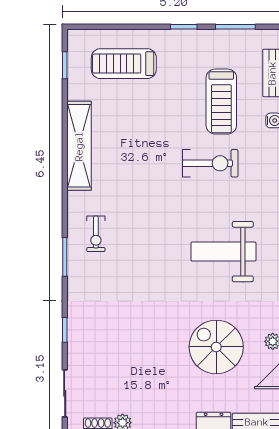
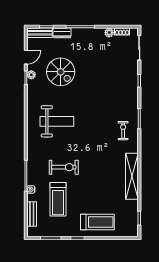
treadmill: (124, 64) -> (97, 222), moved
treadmill: (221, 102) -> (58, 199), turned 180
exercise bike: (210, 163) -> (64, 167), turned 180

